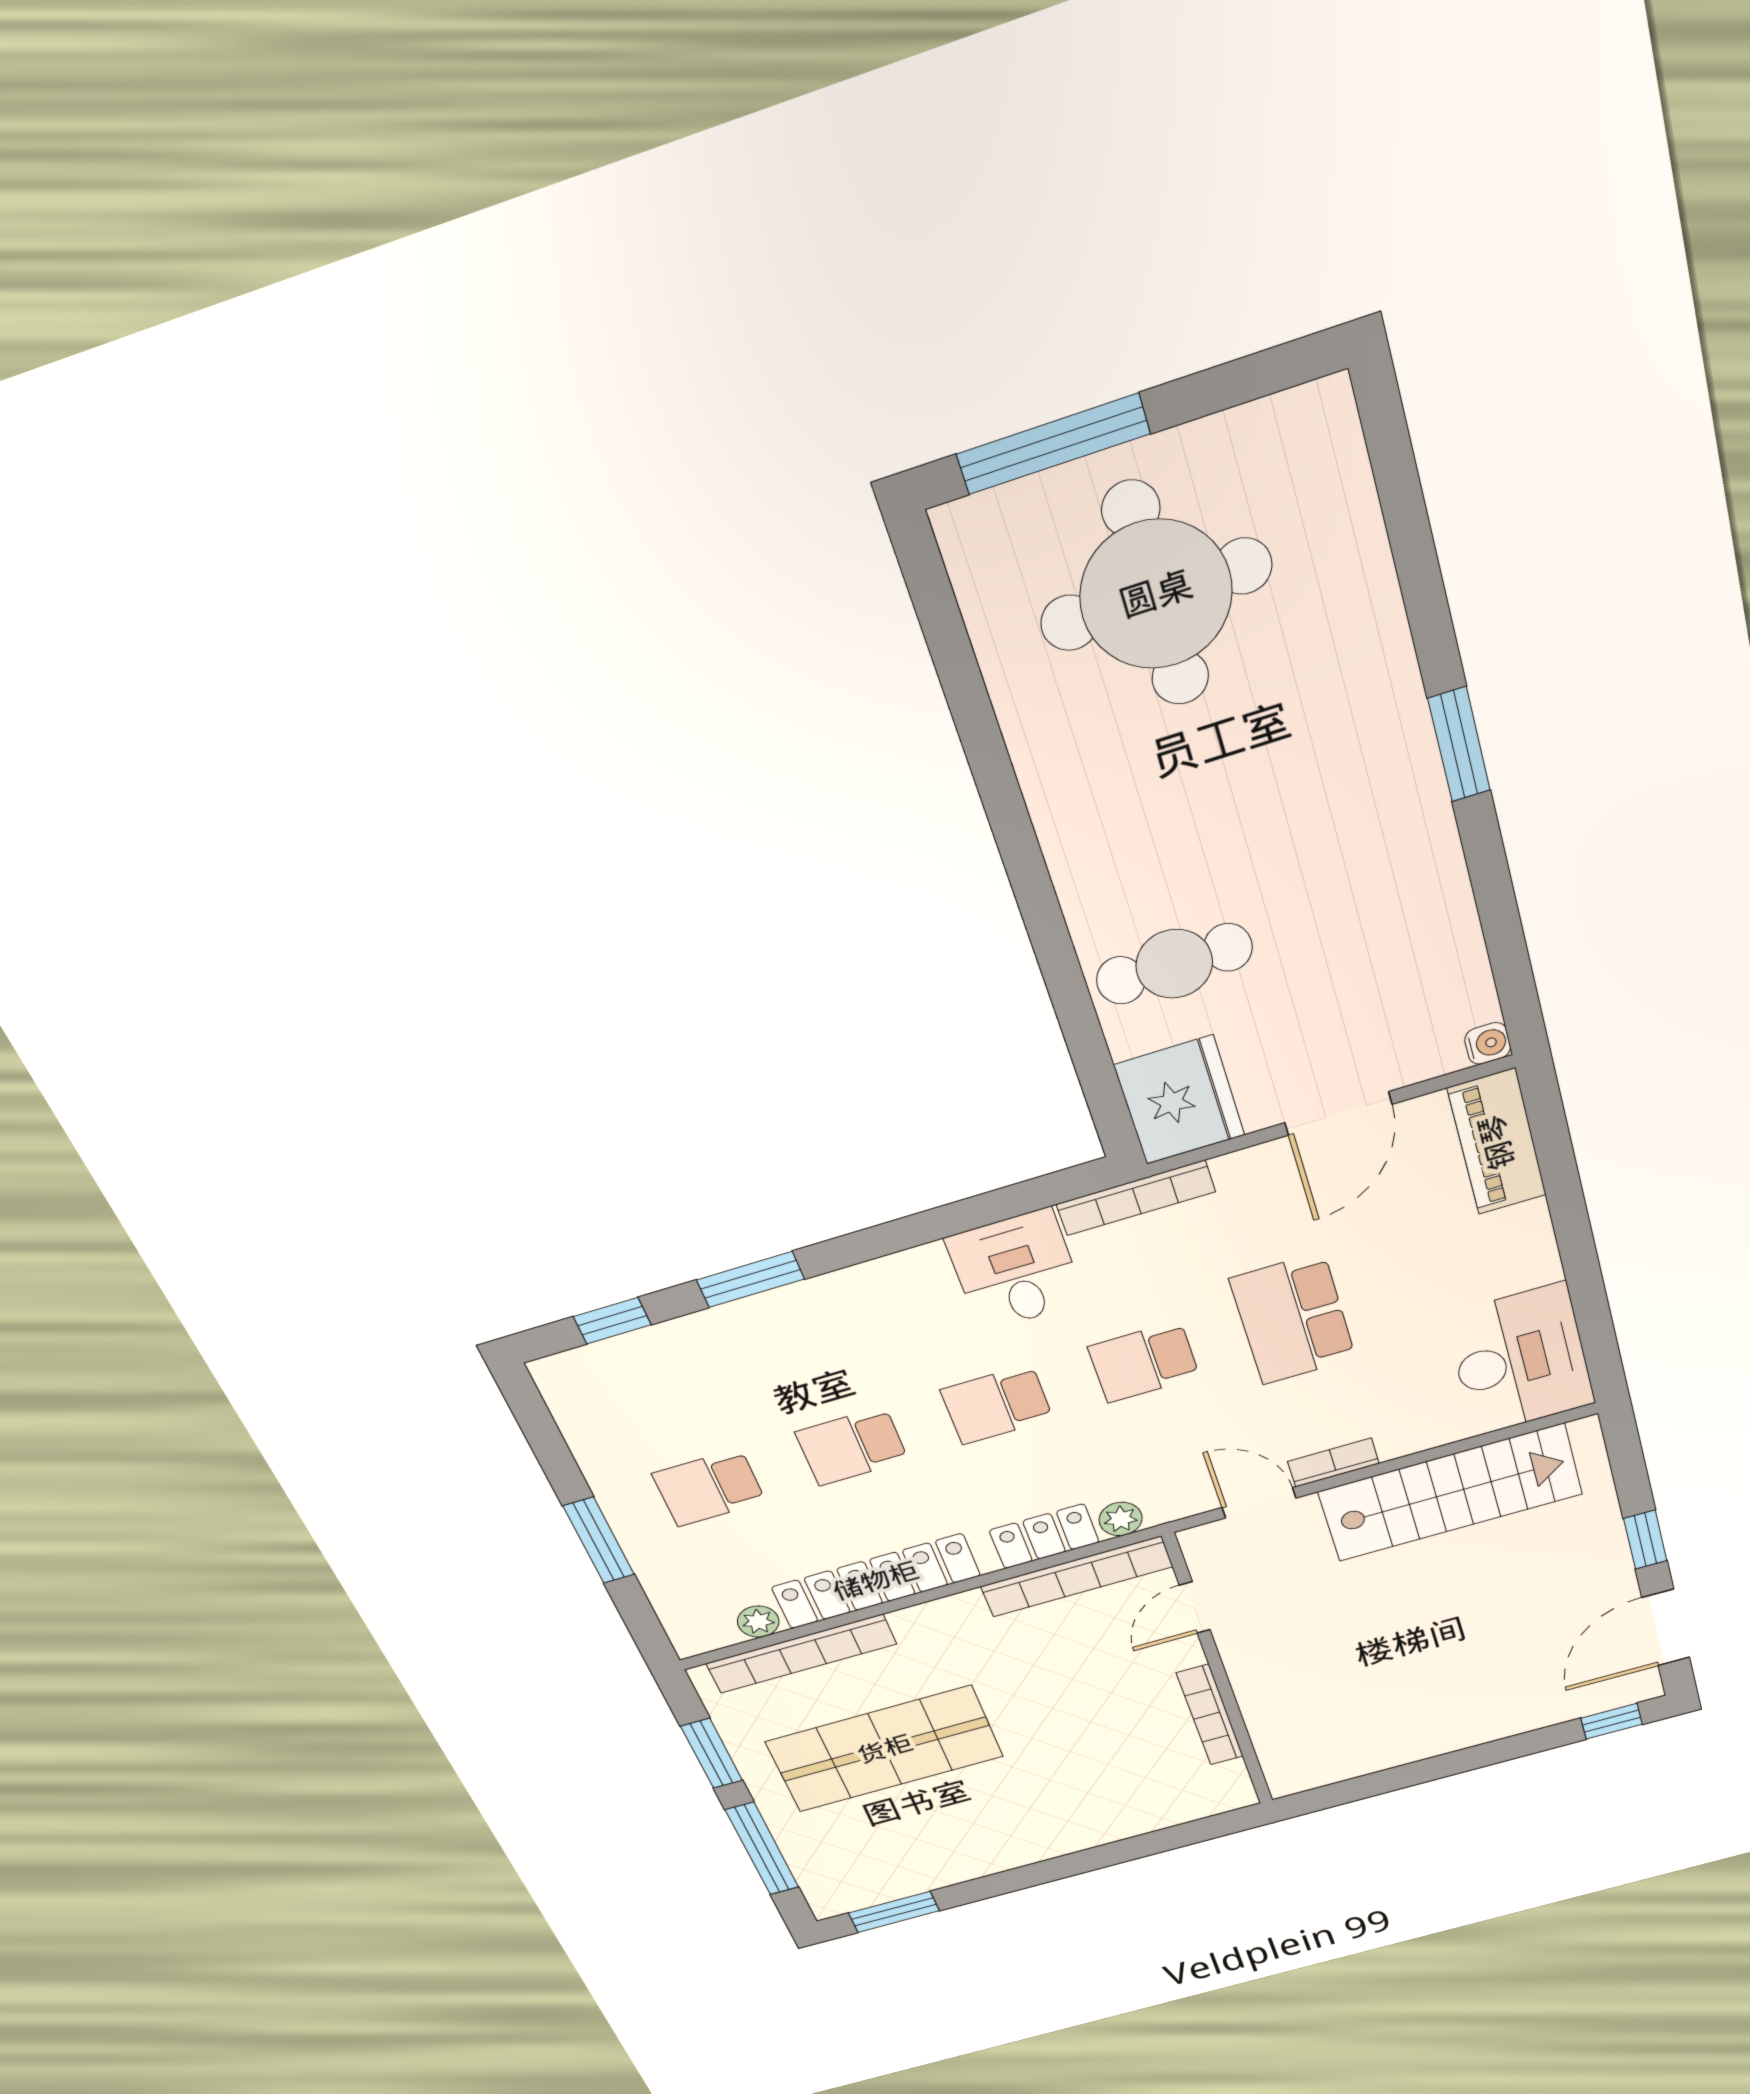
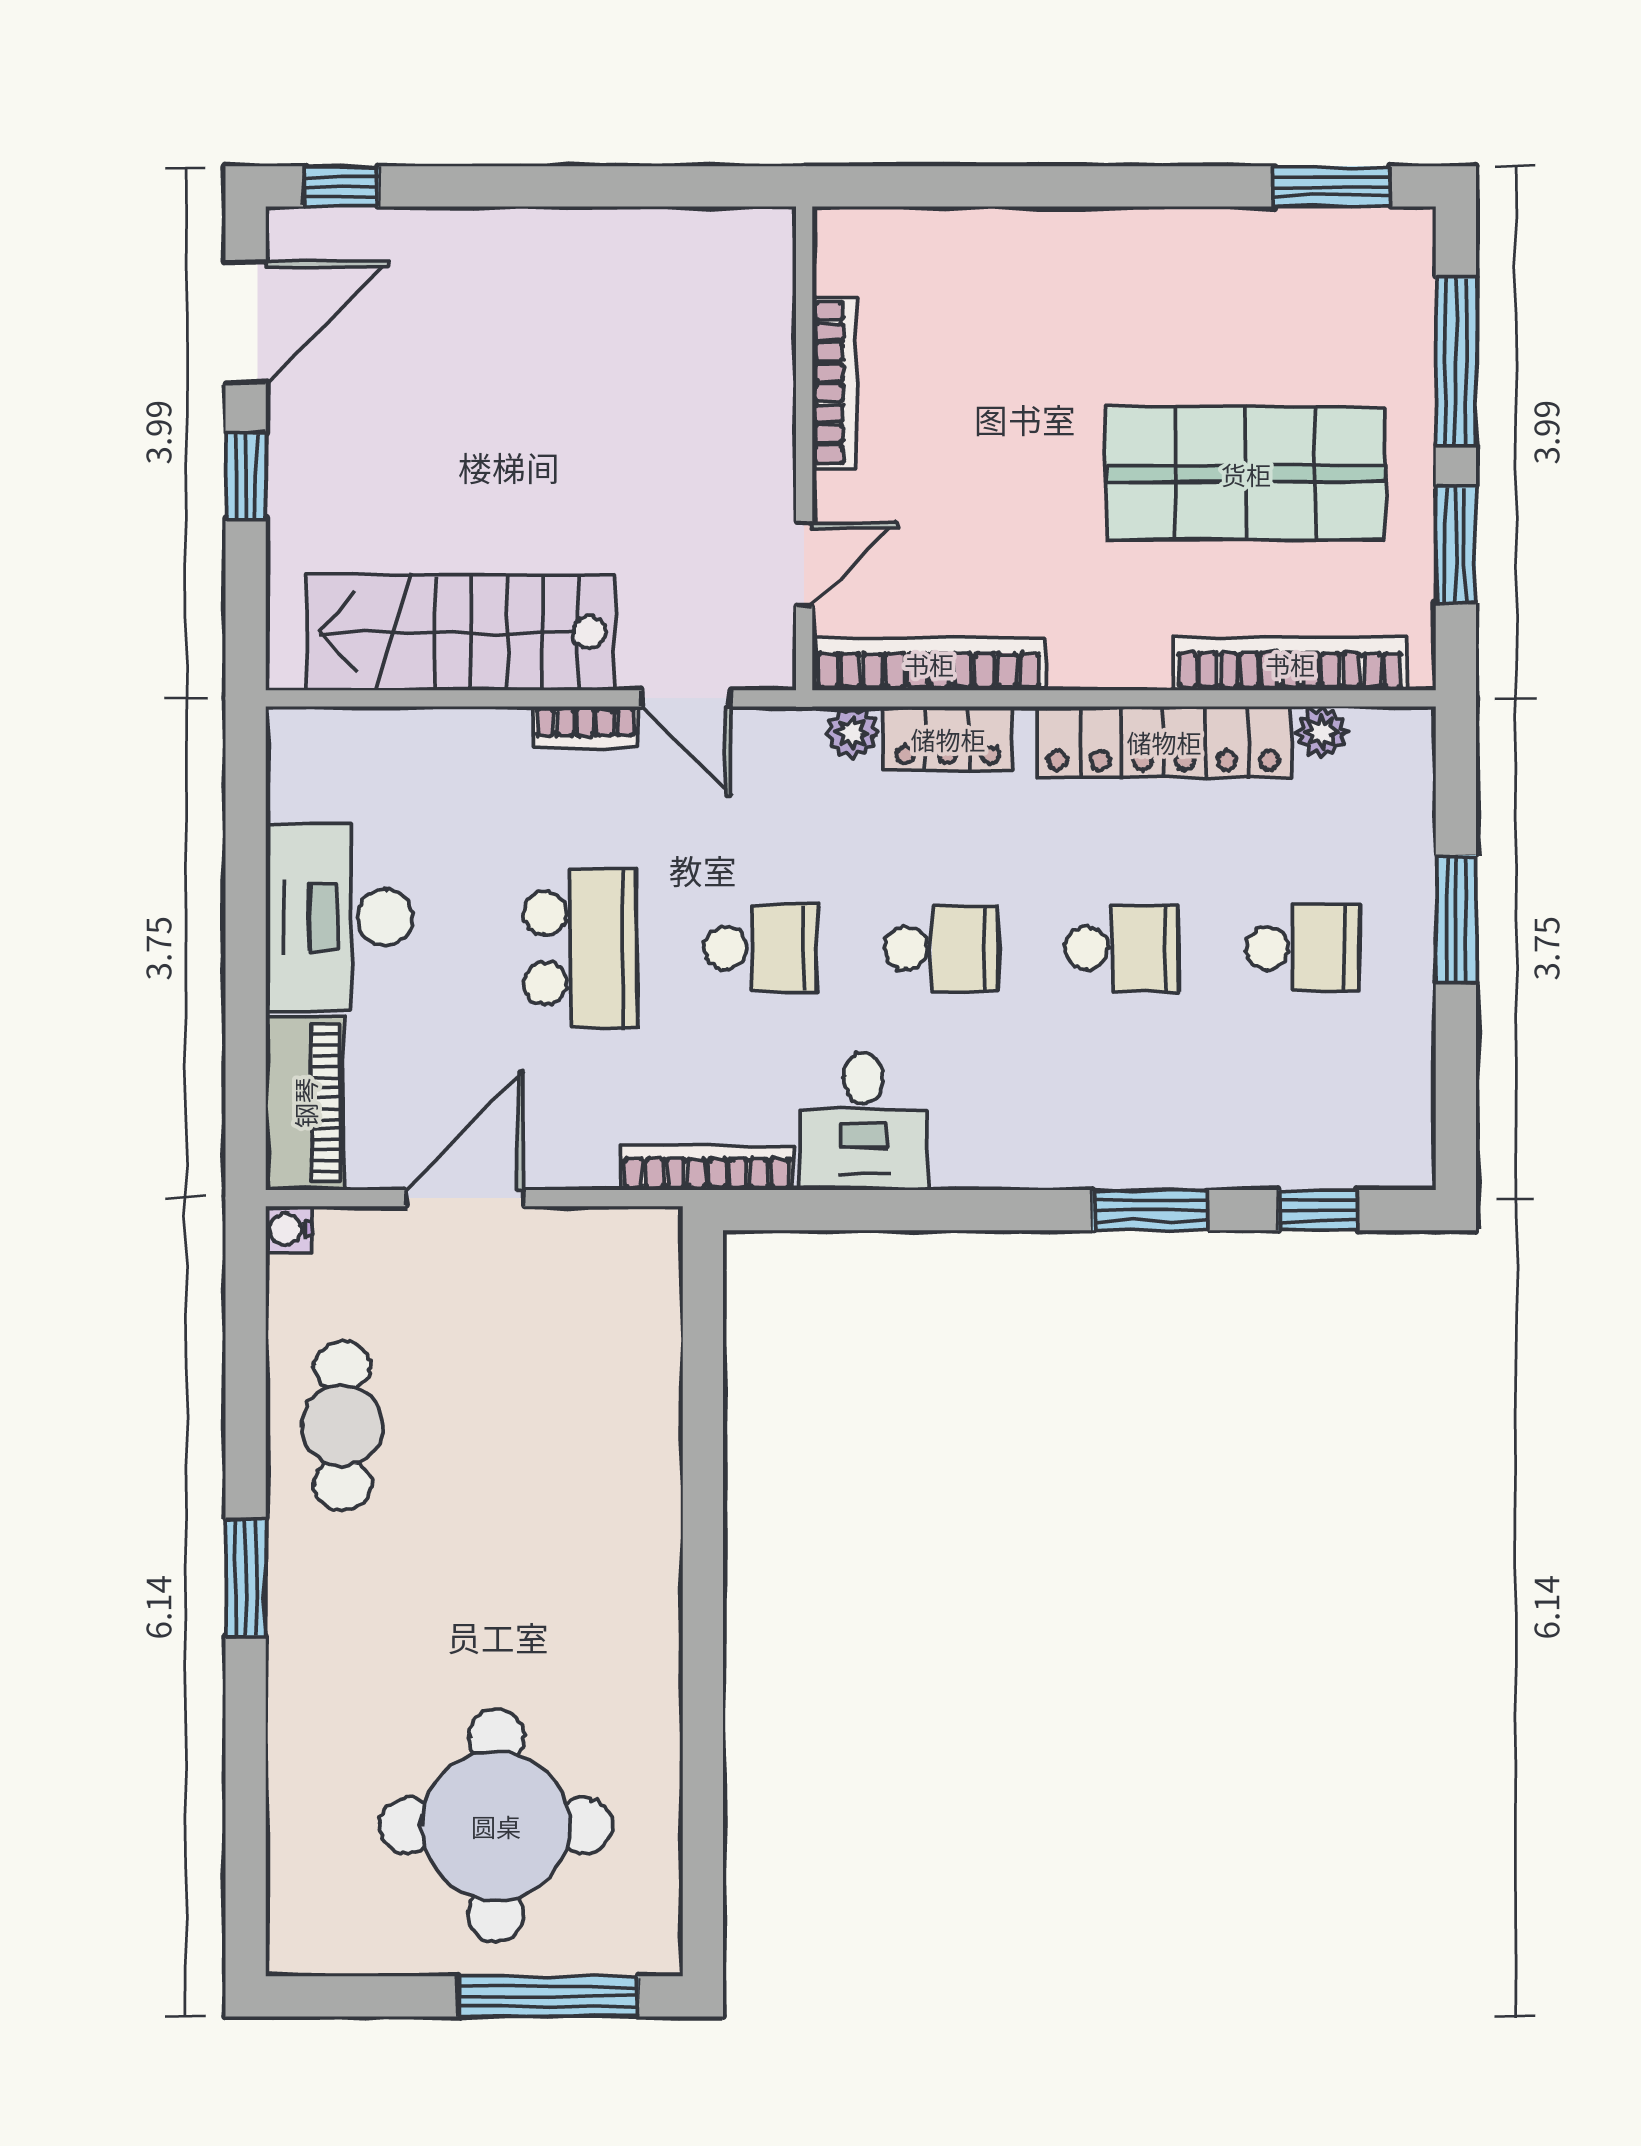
cafe table: (1174, 964) -> (342, 1426), moved, turned 90
fridge: (1180, 1100) -> (626, 1273), removed
desk: (1520, 1360) -> (339, 917), moved

